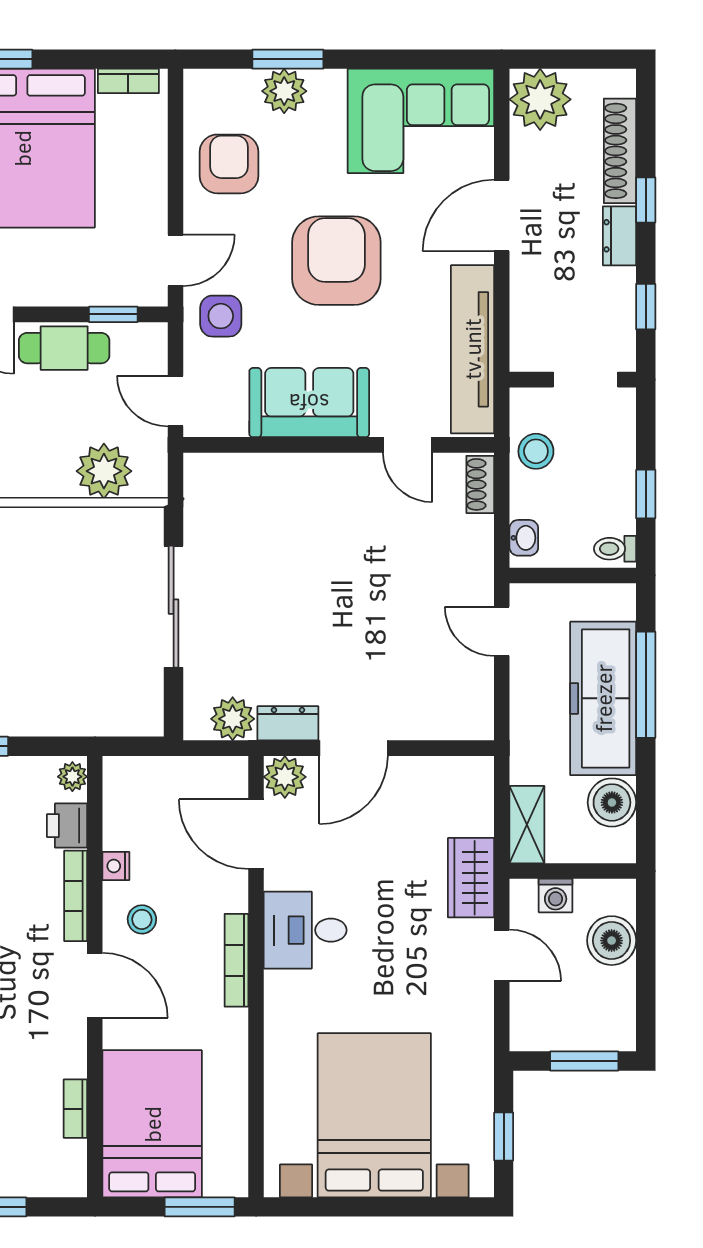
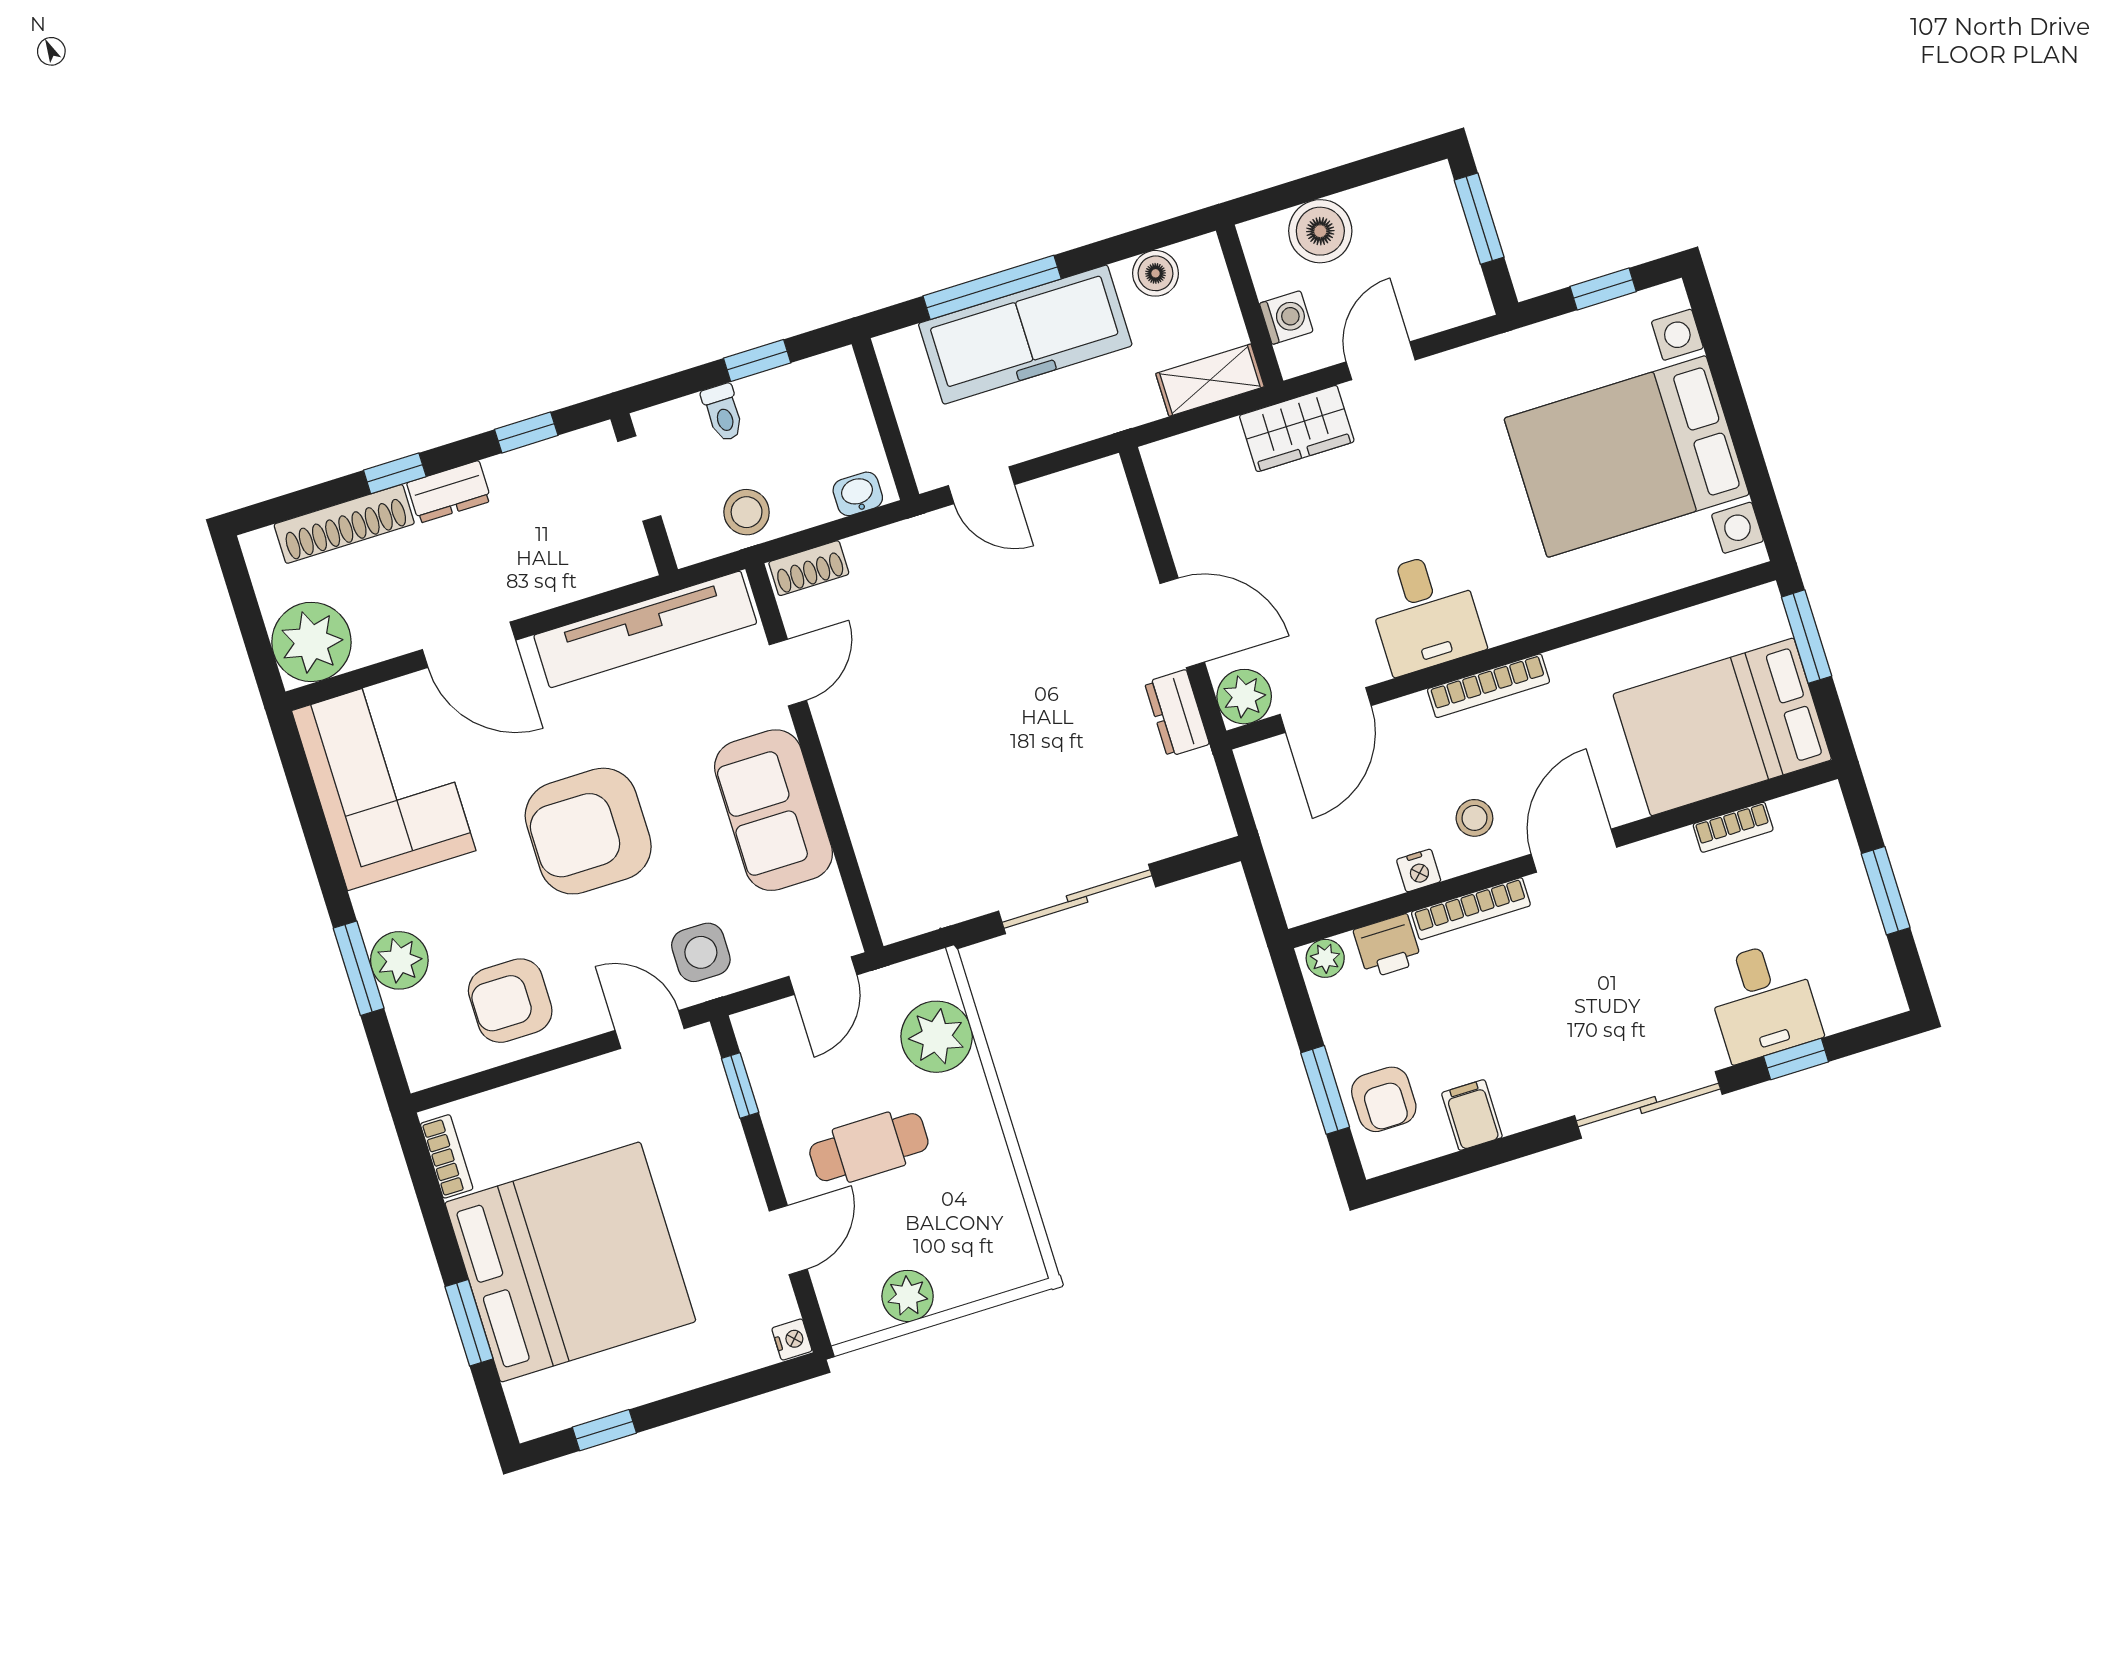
cafe table: (64, 348) -> (869, 1147), moved, turned 90
toilet: (615, 549) -> (723, 413), moved
door: (502, 631) -> (981, 485), hinge flipped
plant: (233, 719) -> (1192, 783), removed
boiler: (612, 802) -> (1156, 273), width x0.73, depth x0.73

